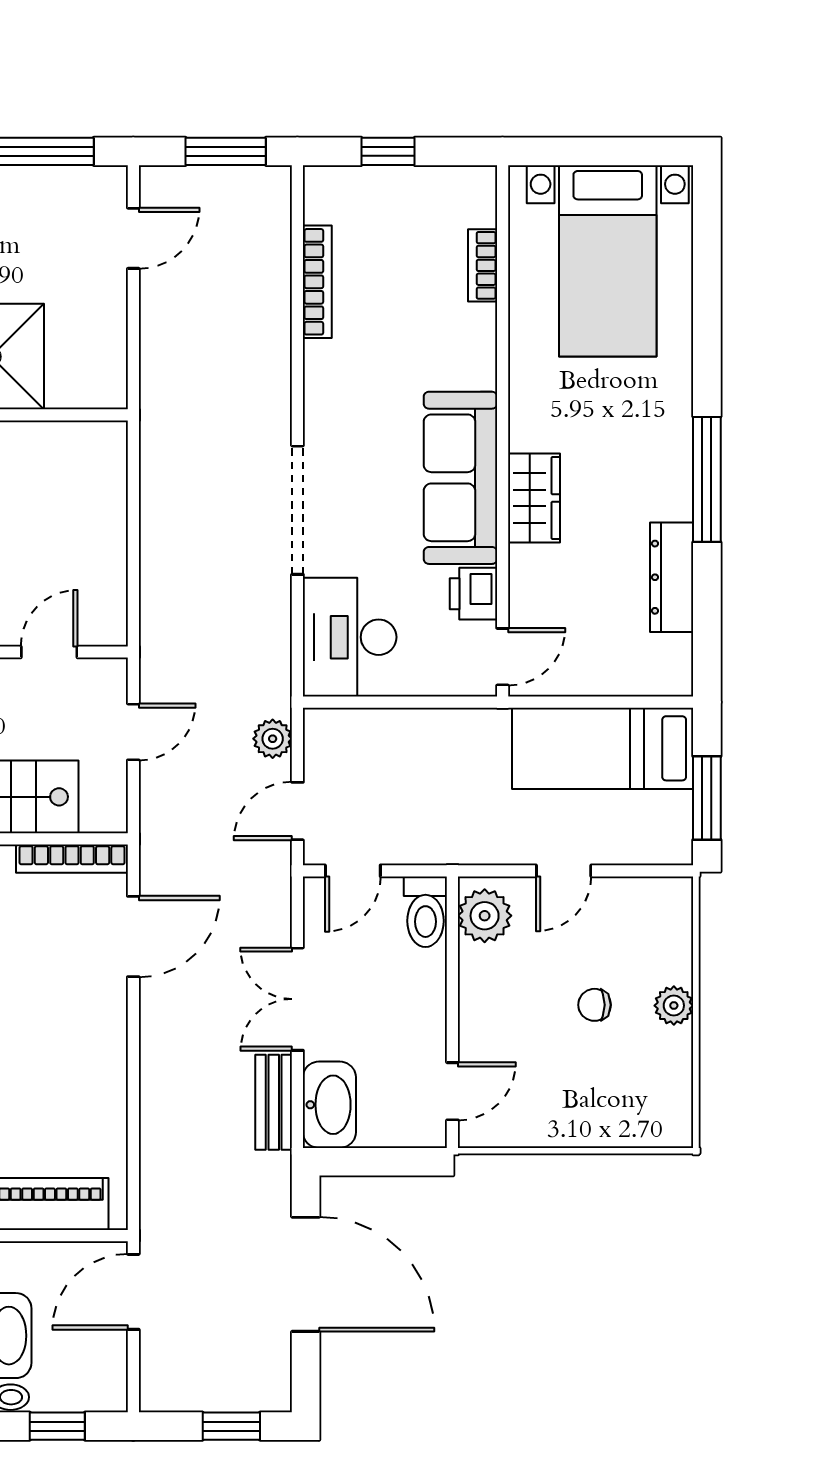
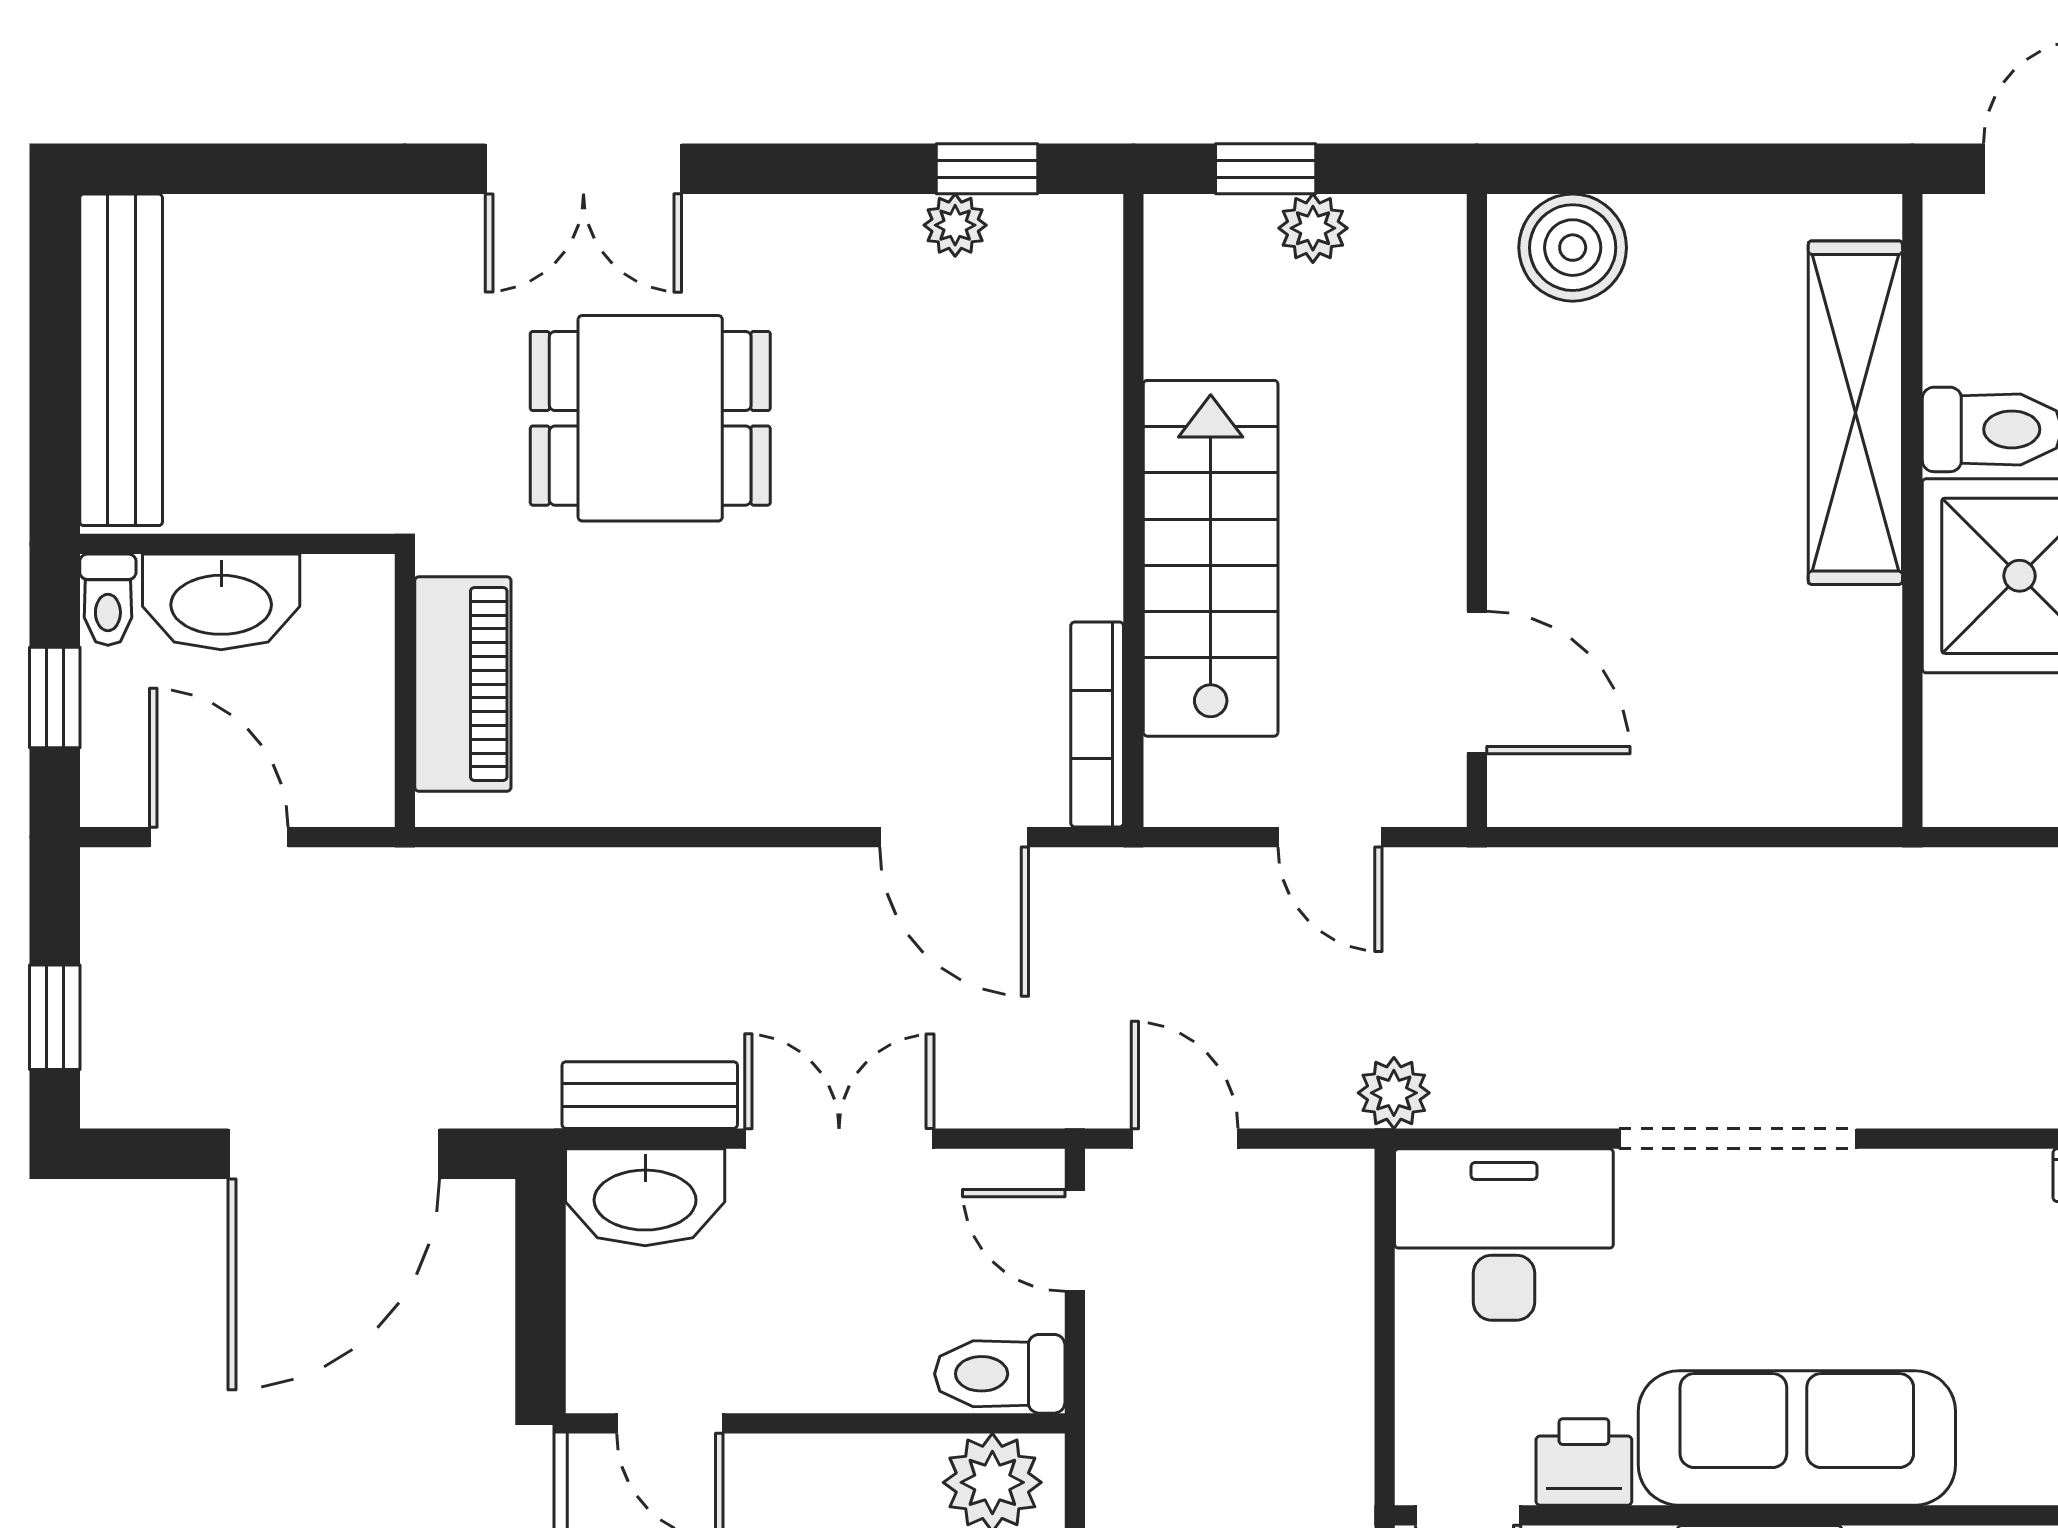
door: (49, 652) -> (1477, 682), width x1.38
plant: (273, 739) -> (1394, 1093), moved
door: (133, 1292) -> (219, 837), moved

